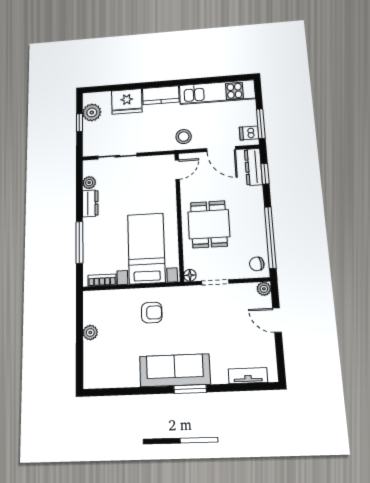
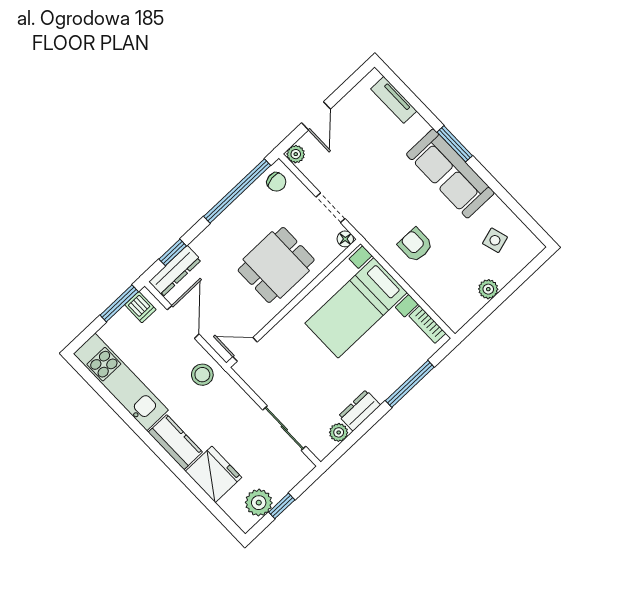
side table: (114, 362) -> (495, 240), added

